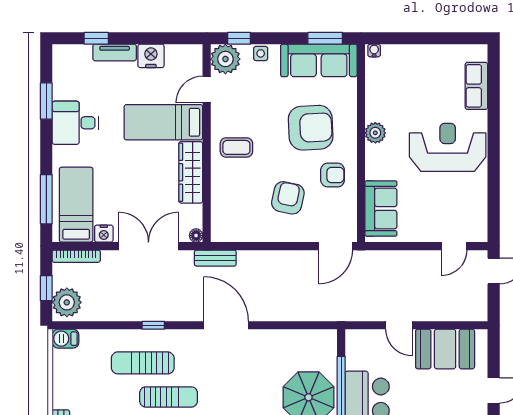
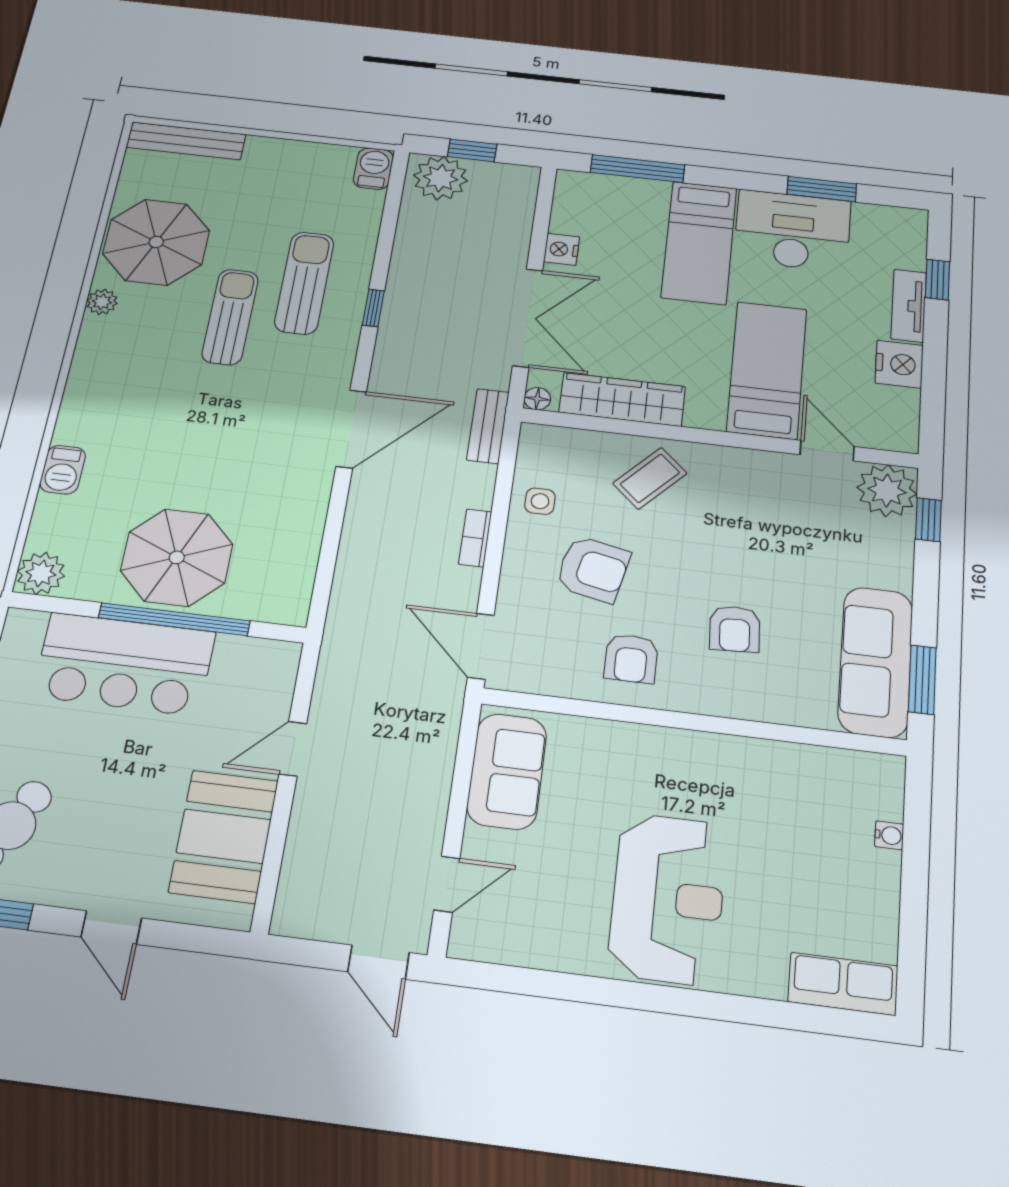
water cooler: (374, 50) -> (889, 835), moved
side table: (261, 53) -> (540, 501), moved
row of seats: (476, 86) -> (843, 984), moved
desk: (75, 123) -> (793, 231), width x1.37
armchair: (311, 128) -> (735, 629), width x0.53, depth x0.53
plant: (375, 133) -> (713, 753), removed
coffee table: (236, 147) -> (650, 478), moved, turned 43
wardrobe: (191, 172) -> (622, 399), moved
bed: (76, 205) -> (699, 242), moved, turned 90
sofa: (381, 208) -> (507, 771), moved, turned -90
door: (454, 246) -> (447, 884), swing flipped
bookcase: (76, 256) -> (475, 538), moved, width x0.64
sun lounger: (169, 397) -> (230, 317), turned 180

